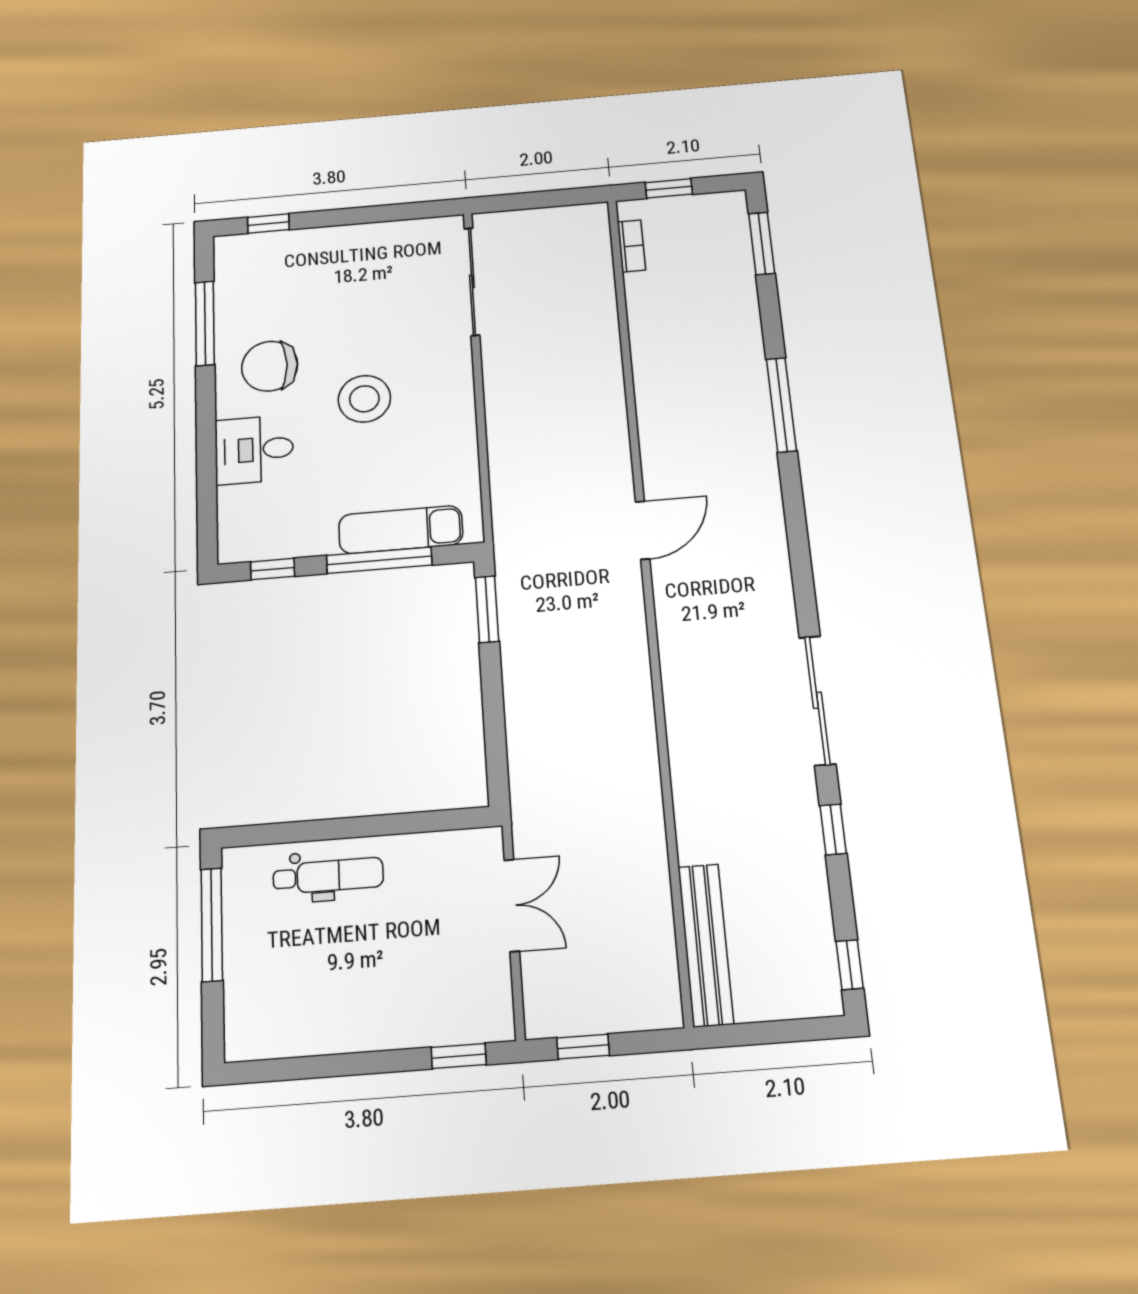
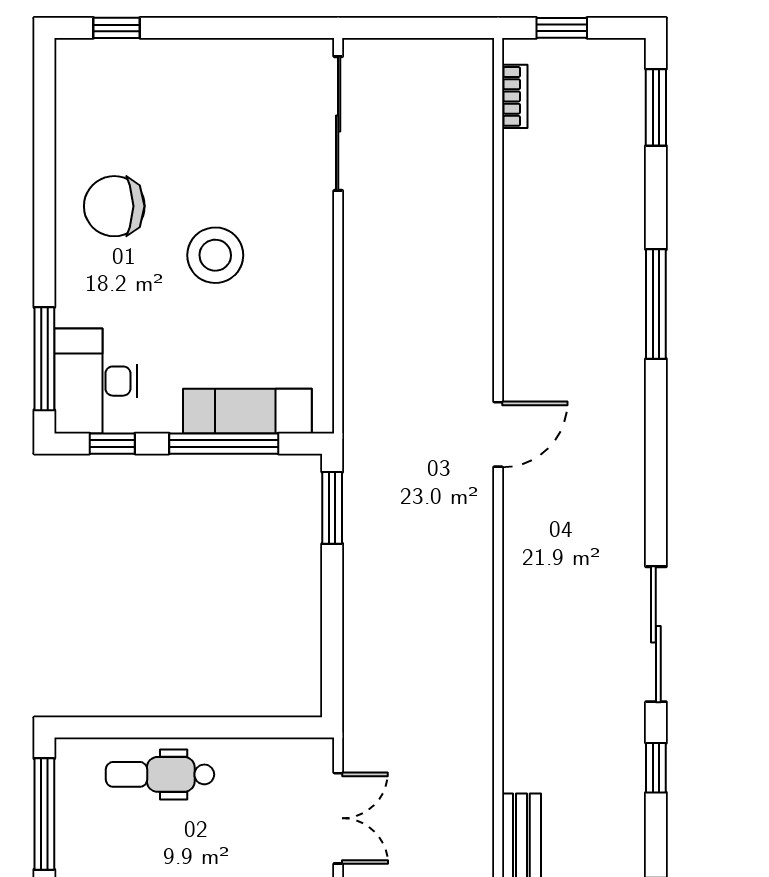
window: (205, 323) -> (44, 359), moved
desk: (254, 450) -> (96, 381), moved, width x1.37
dental chair: (328, 876) -> (160, 774), turned 180

